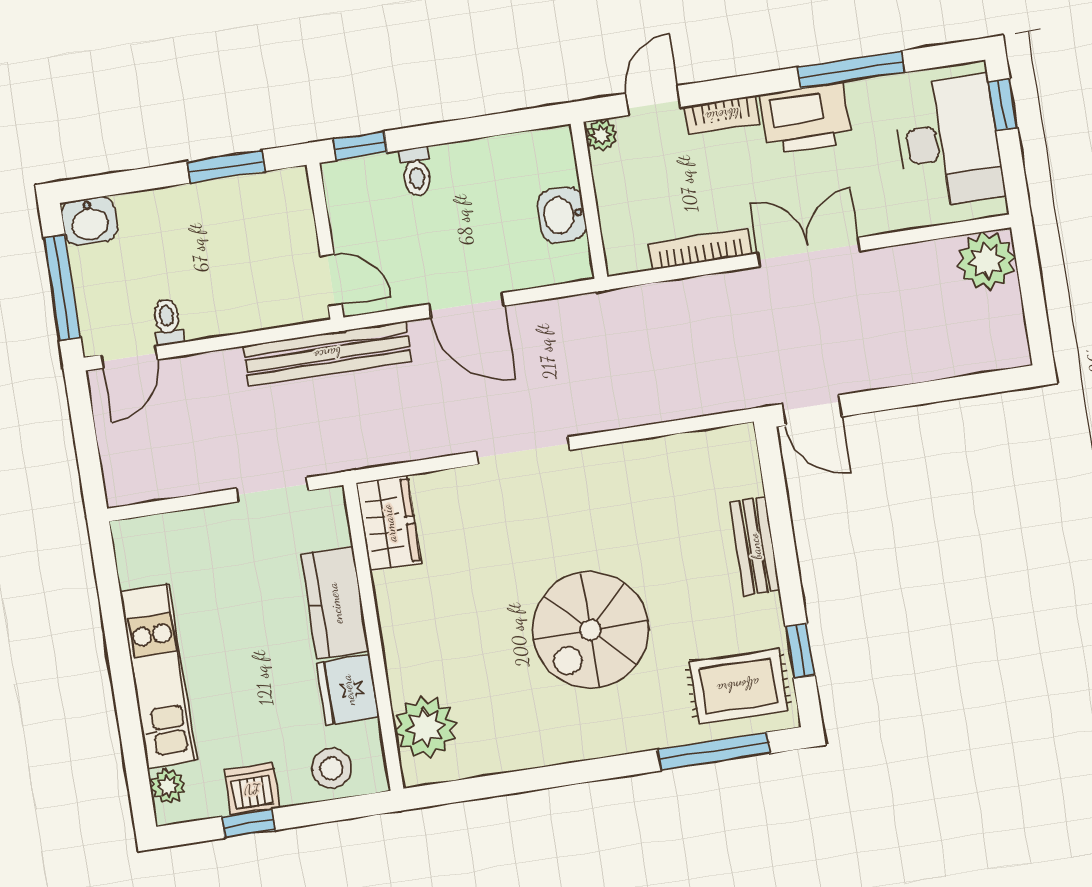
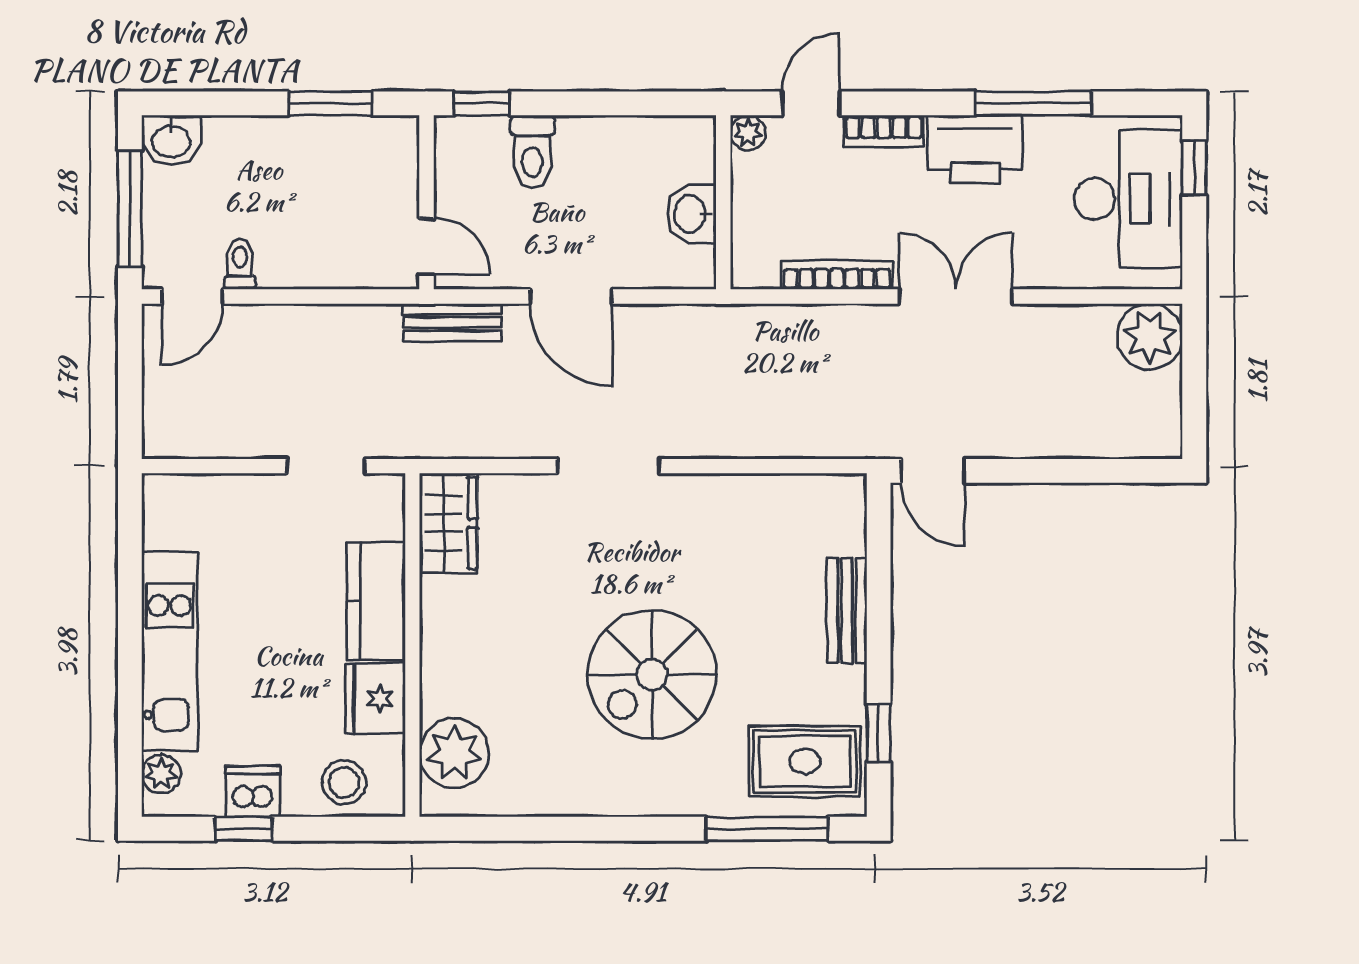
toilet: (416, 172) -> (532, 152), width x1.37, depth x1.39
bench: (327, 354) -> (452, 322), width x0.54, depth x0.82

